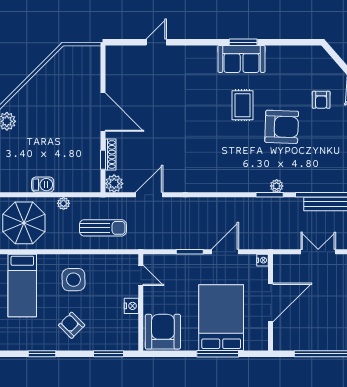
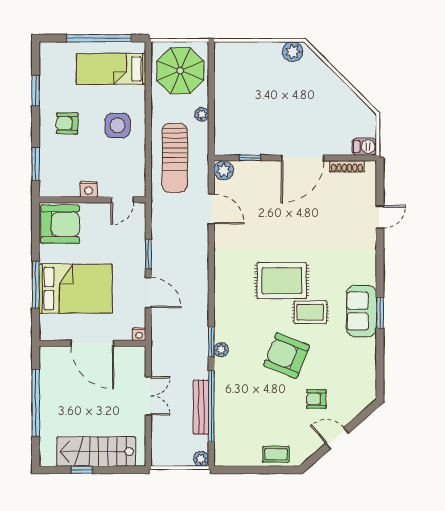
door: (156, 42) -> (380, 217), hinge flipped
armchair: (282, 127) -> (286, 355), turned 110
rug: (214, 131) -> (282, 281), added
shoe rack: (111, 154) -> (347, 166), moved
barbecue: (43, 185) -> (364, 147), moved, turned -90
sun lounger: (103, 228) -> (175, 158), width x1.36, depth x1.34
armchair: (72, 325) -> (67, 123), turned -135

